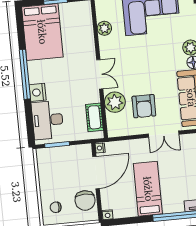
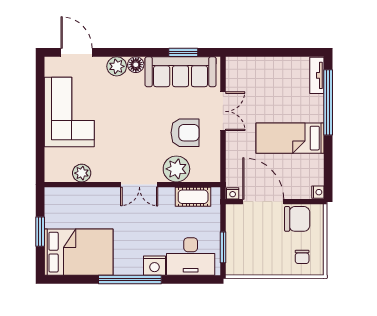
double door: (100, 74) -> (139, 185), swing flipped

